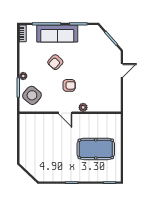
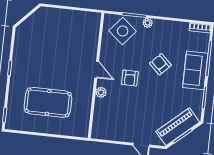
sofa: (57, 34) -> (195, 70), width x0.73
piano: (104, 43) -> (178, 127), added
door: (65, 113) -> (97, 70), swing flipped
pool table: (96, 149) -> (48, 102), turned 90

